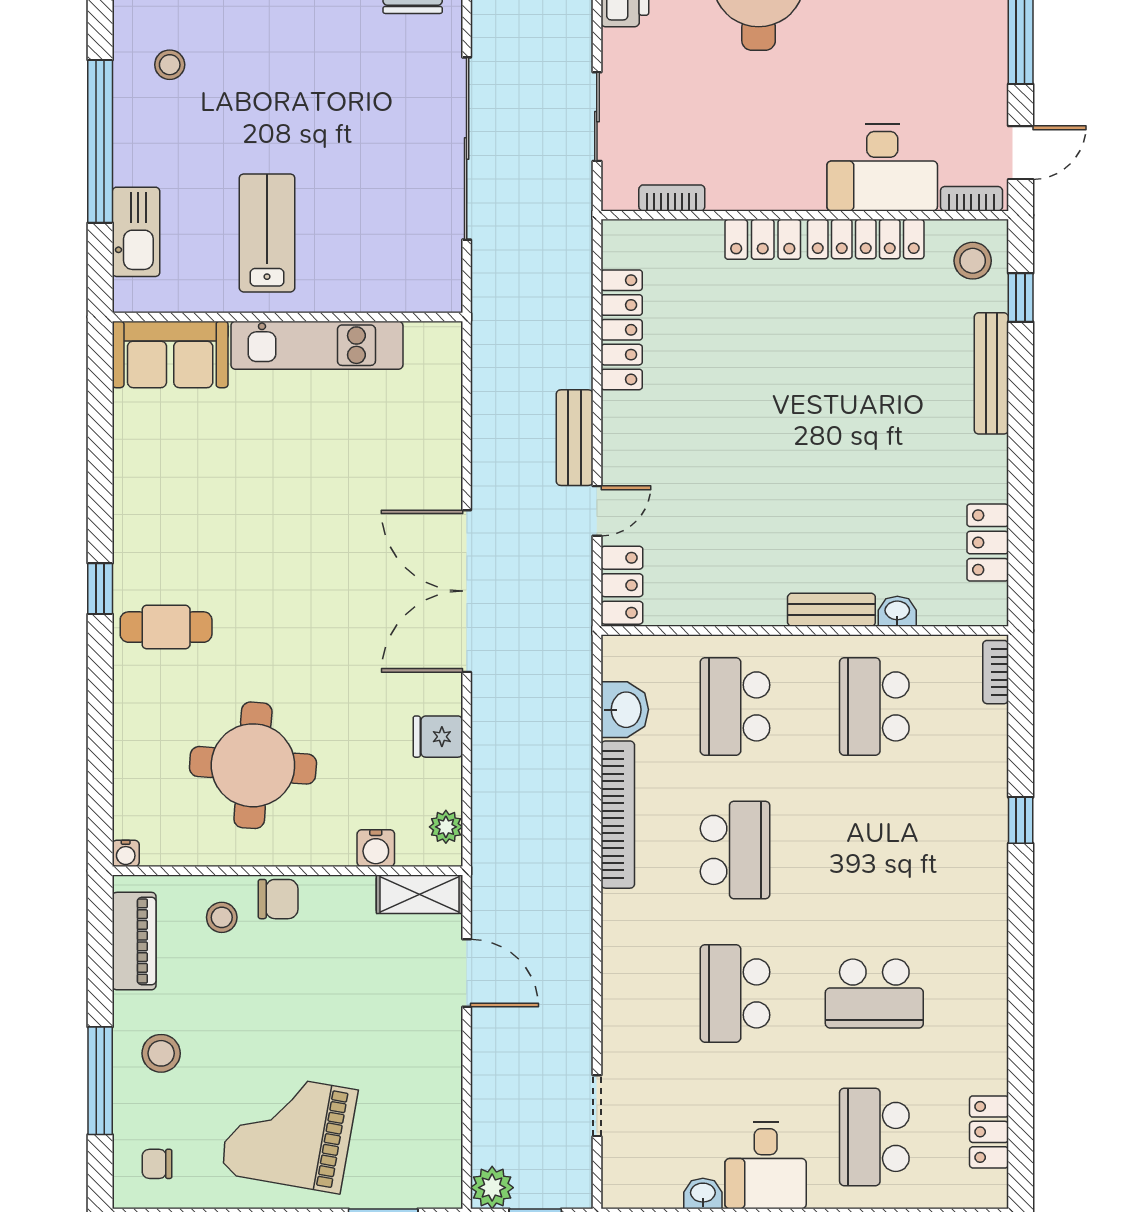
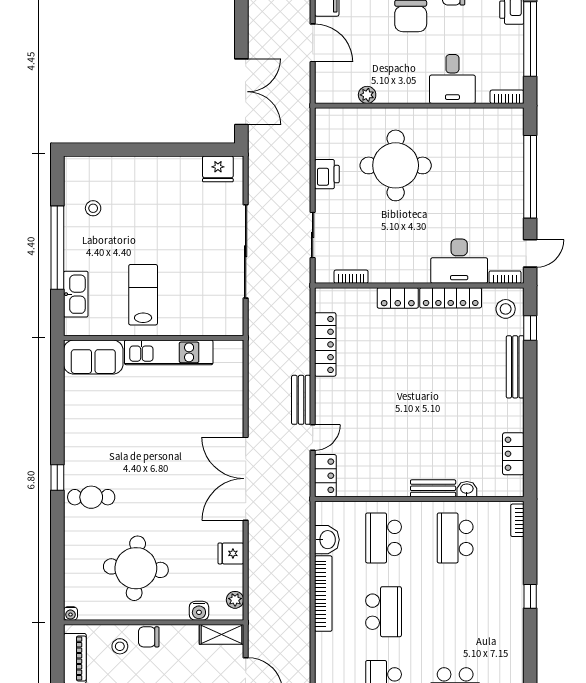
chair: (278, 899) -> (149, 637), turned 180

